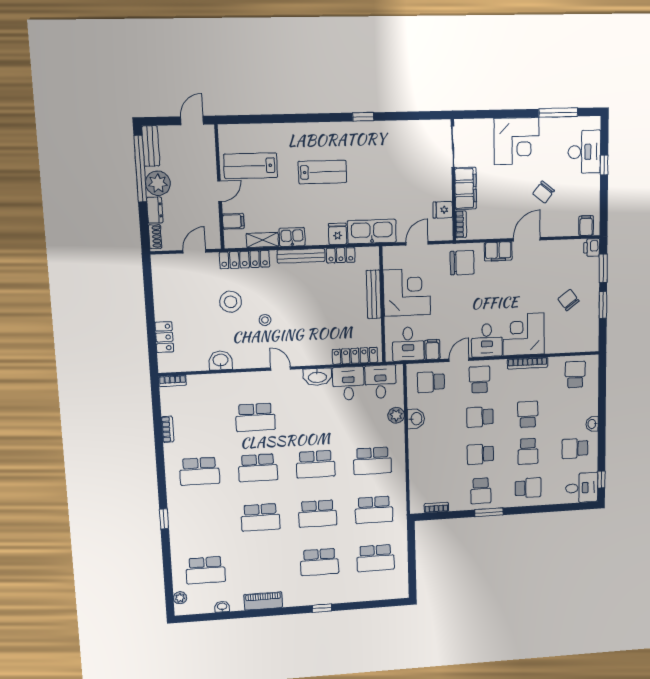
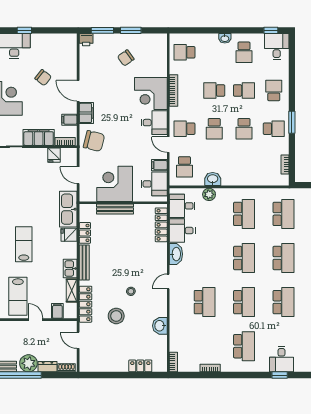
filing cabinet: (586, 226) -> (69, 120), moved
chair: (462, 263) -> (94, 141), turned 104
desk: (185, 520) -> (281, 359), added

